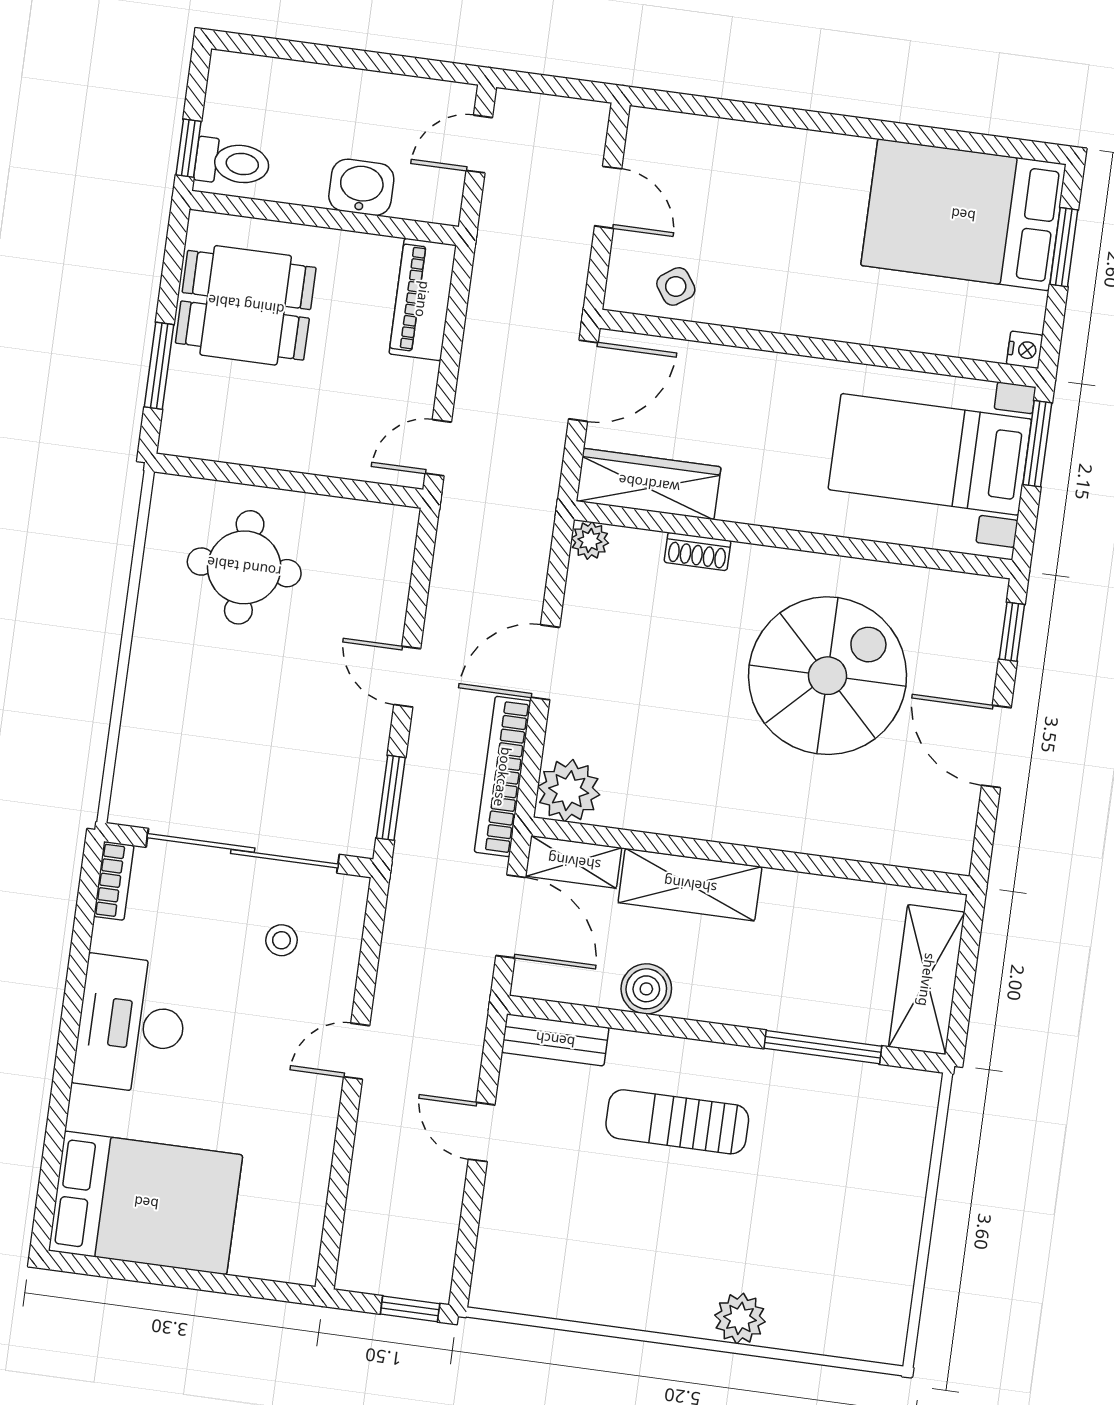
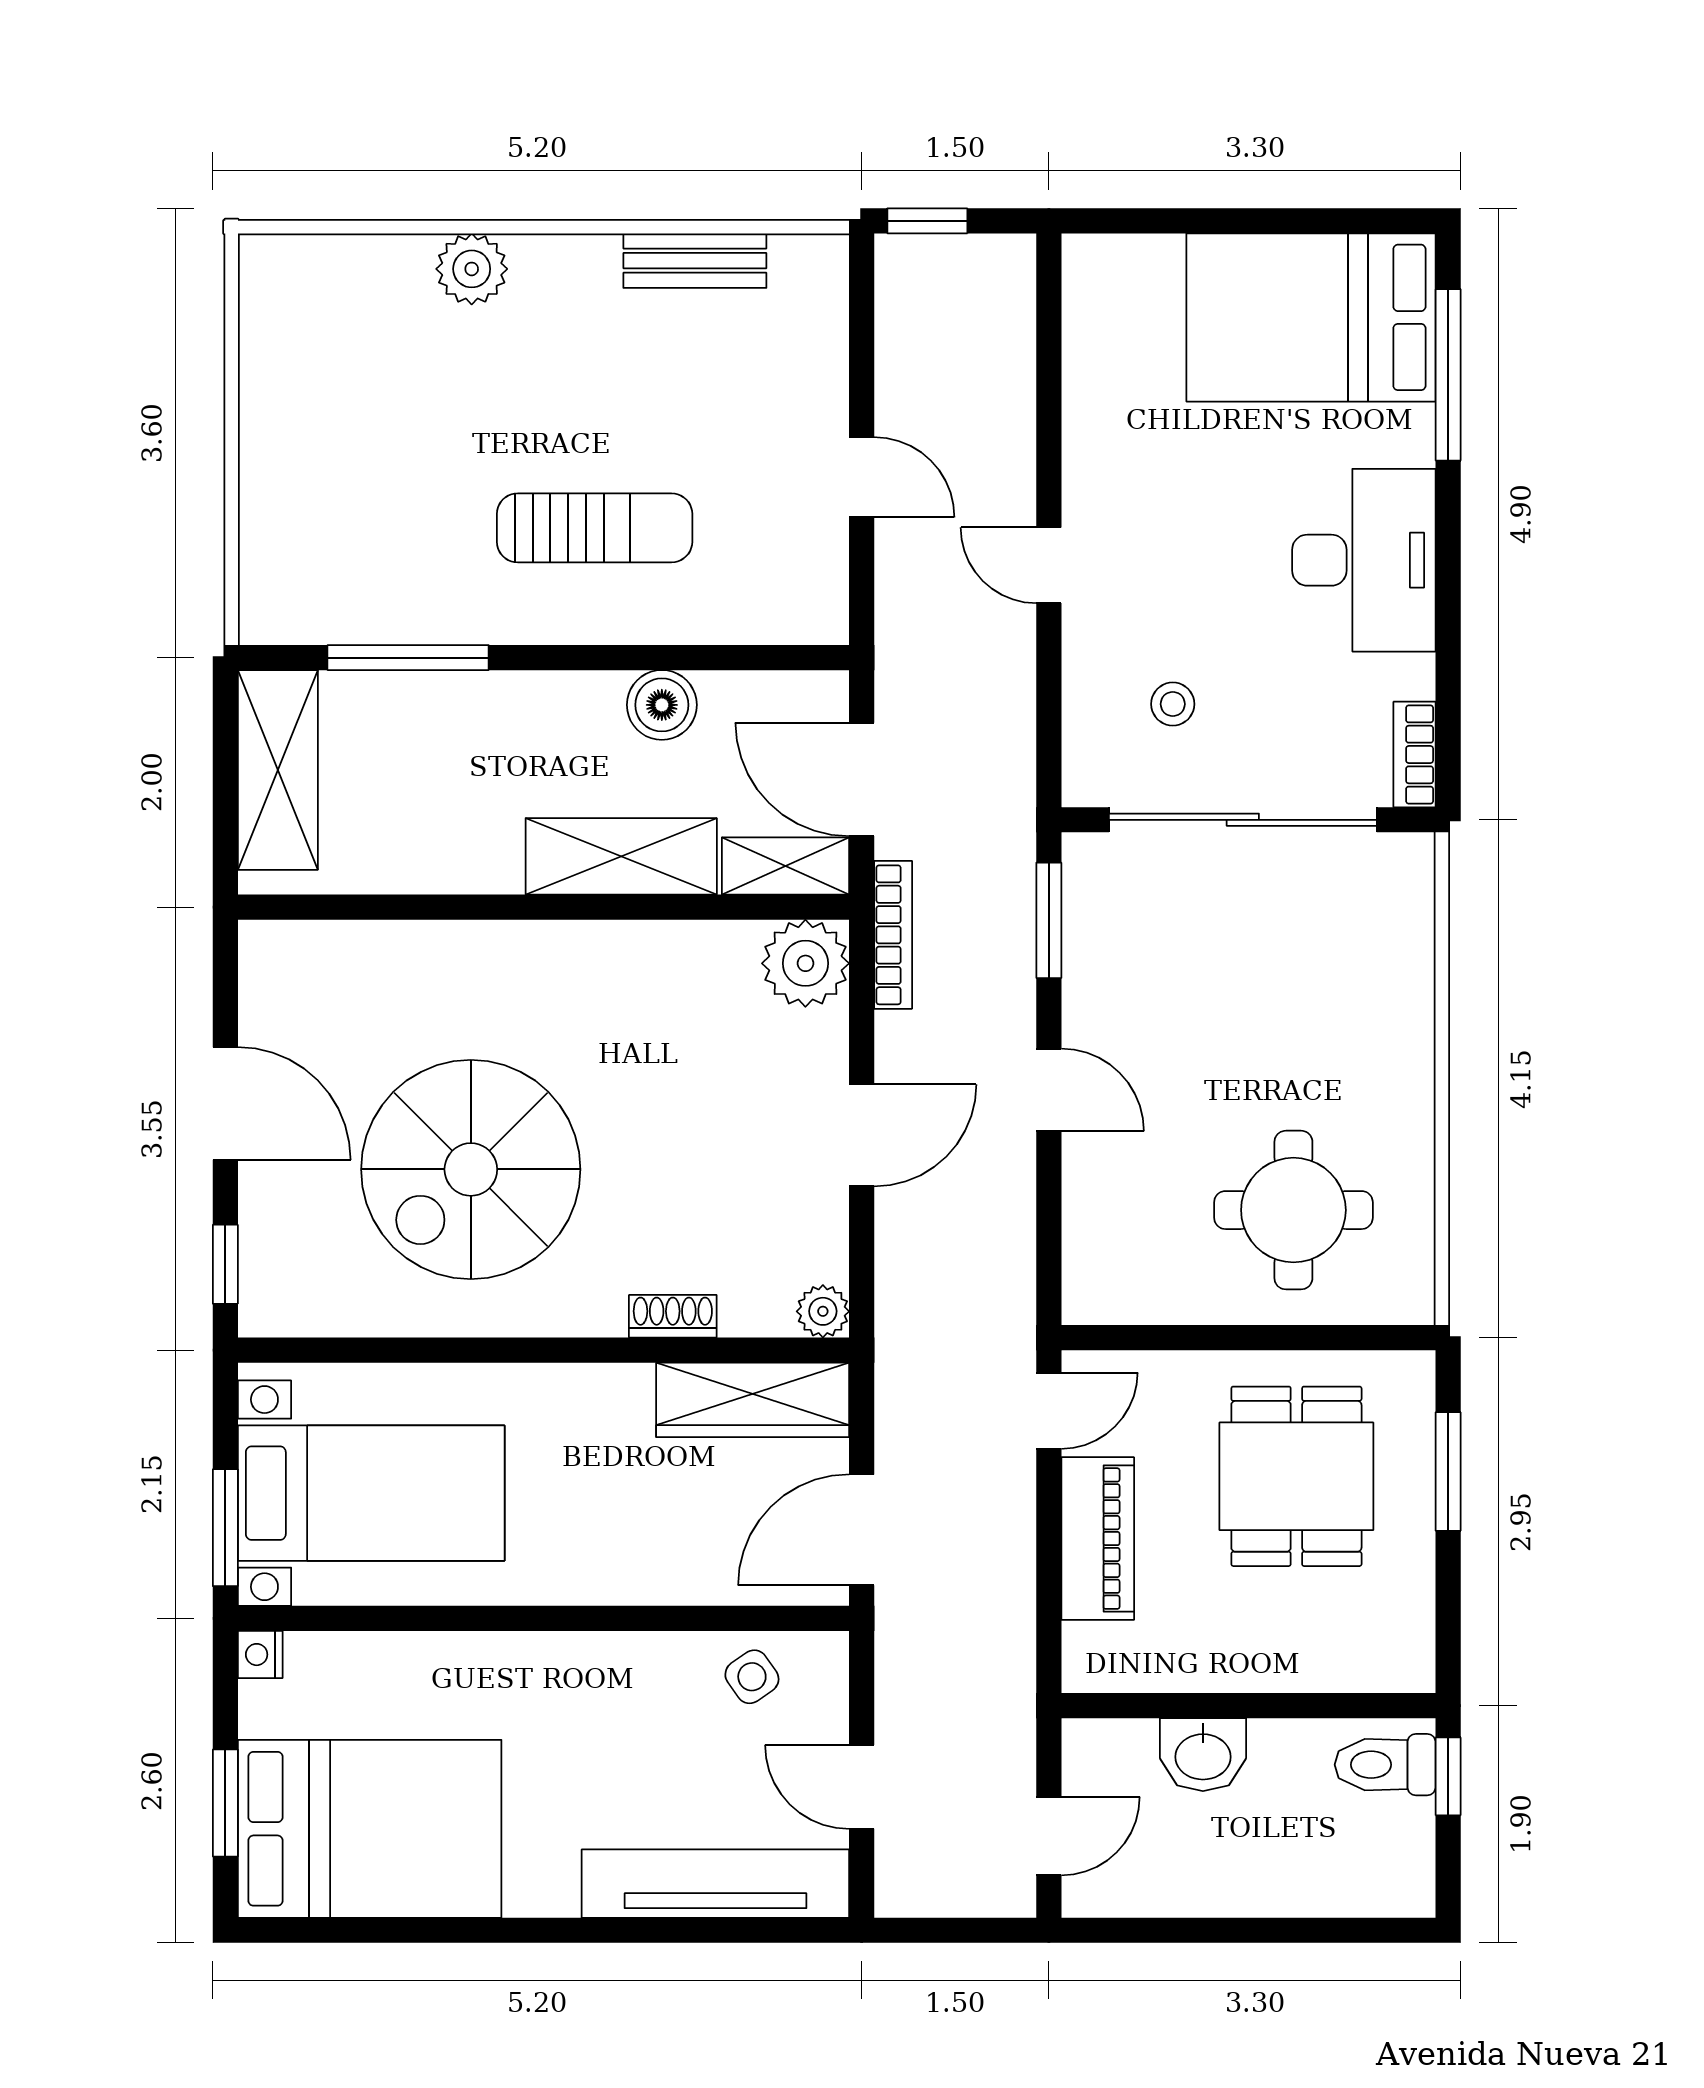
tv unit: (722, 142) -> (715, 1884), added
piano: (423, 299) -> (1098, 1539), moved
dining table: (246, 305) -> (1296, 1476), moved, turned 90
bookcase: (503, 777) -> (893, 935), width x0.68, depth x0.76
bench: (555, 1040) -> (695, 261), moved
door: (357, 1051) -> (1049, 565), swing flipped
window: (53, 1149) -> (1448, 375), added

